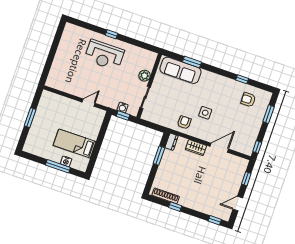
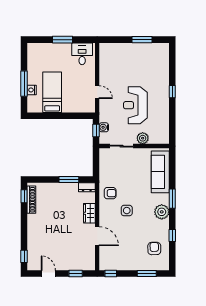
window: (55, 46) -> (142, 40), added
reception desk: (104, 55) -> (135, 105), moved
window: (192, 62) -> (172, 199), moved
plant: (217, 81) -> (162, 212), added
desk: (49, 104) -> (82, 54), added
window: (175, 207) -> (24, 196), moved

